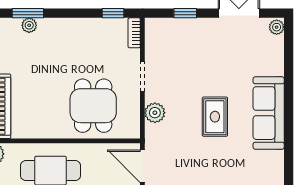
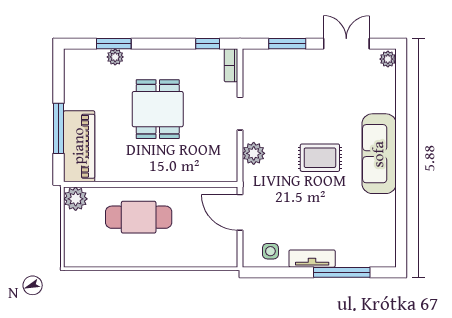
window: (185, 13) -> (287, 44), width x1.50
dining table: (93, 106) -> (158, 109), moved
rug: (215, 117) -> (320, 158), turned 90

